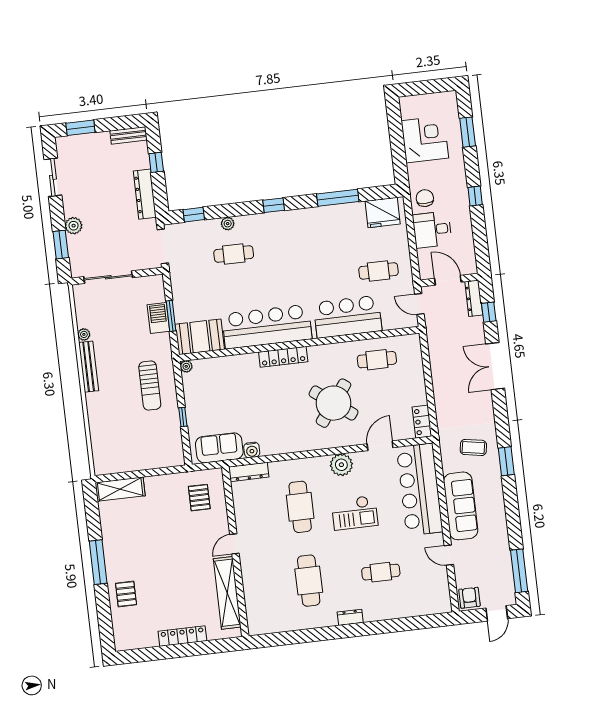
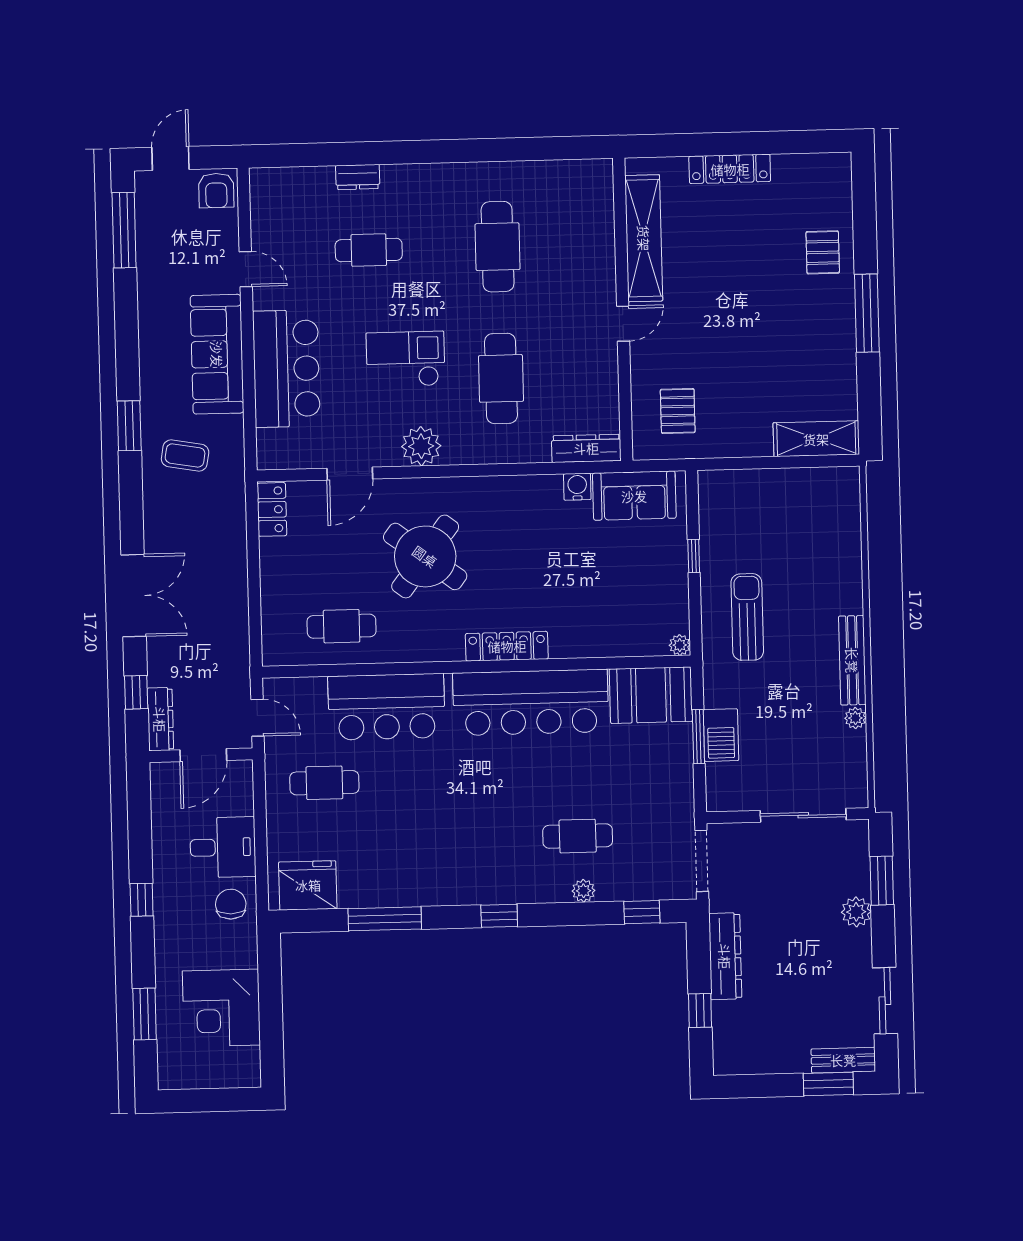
bench: (129, 135) -> (843, 1060), moved
chair: (425, 198) -> (231, 904), turned 180
door: (448, 280) -> (203, 755), hinge flipped
bar counter: (420, 489) -> (286, 369), width x0.73
dresser: (350, 617) -> (358, 177), moved

